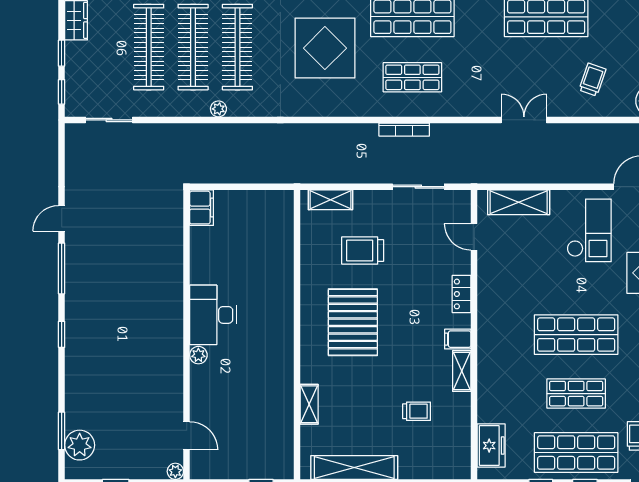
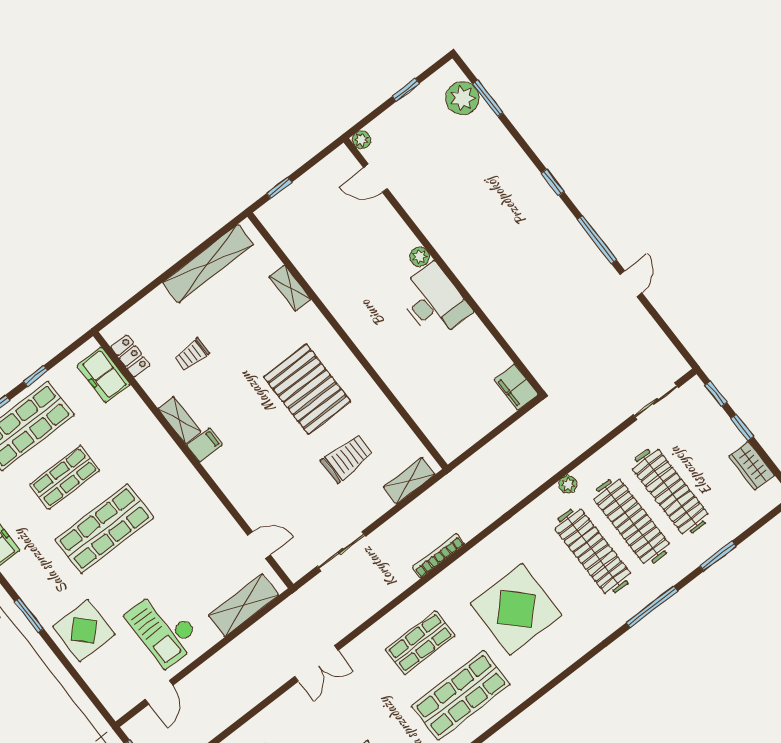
double door: (524, 120) -> (316, 664), moved
bookcase: (404, 130) -> (438, 556), moved
locker: (462, 294) -> (130, 356), moved

